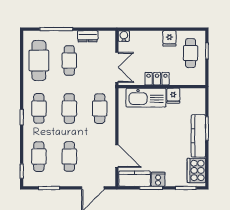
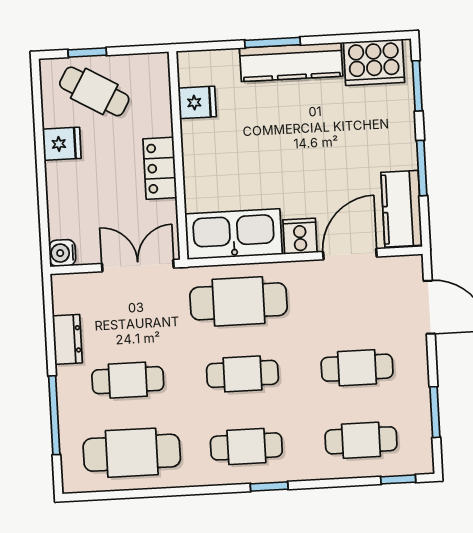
cafe table: (191, 53) -> (94, 91), turned 30
fridge: (173, 96) -> (197, 102), moved
kitchen sink: (146, 98) -> (234, 234), moved, turned -90
cafe table: (100, 109) -> (239, 301), width x1.37, depth x1.35
cooker: (158, 179) -> (300, 236), moved, turned 90

